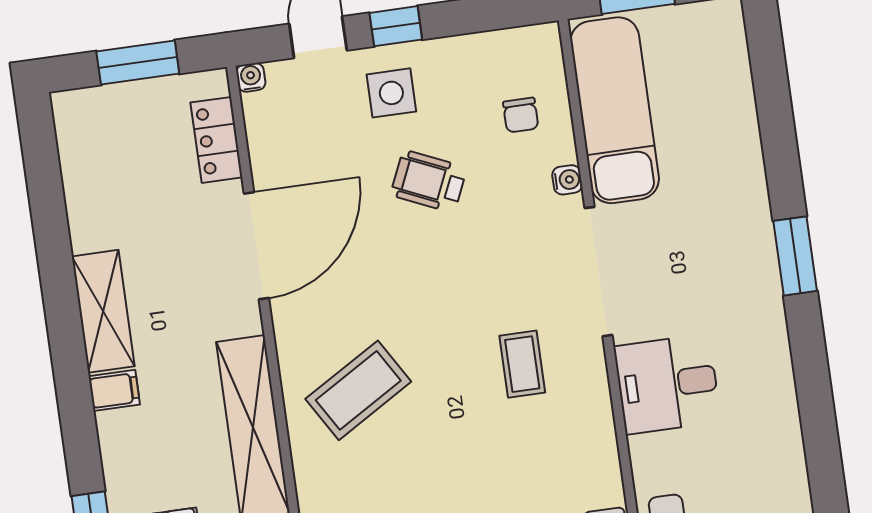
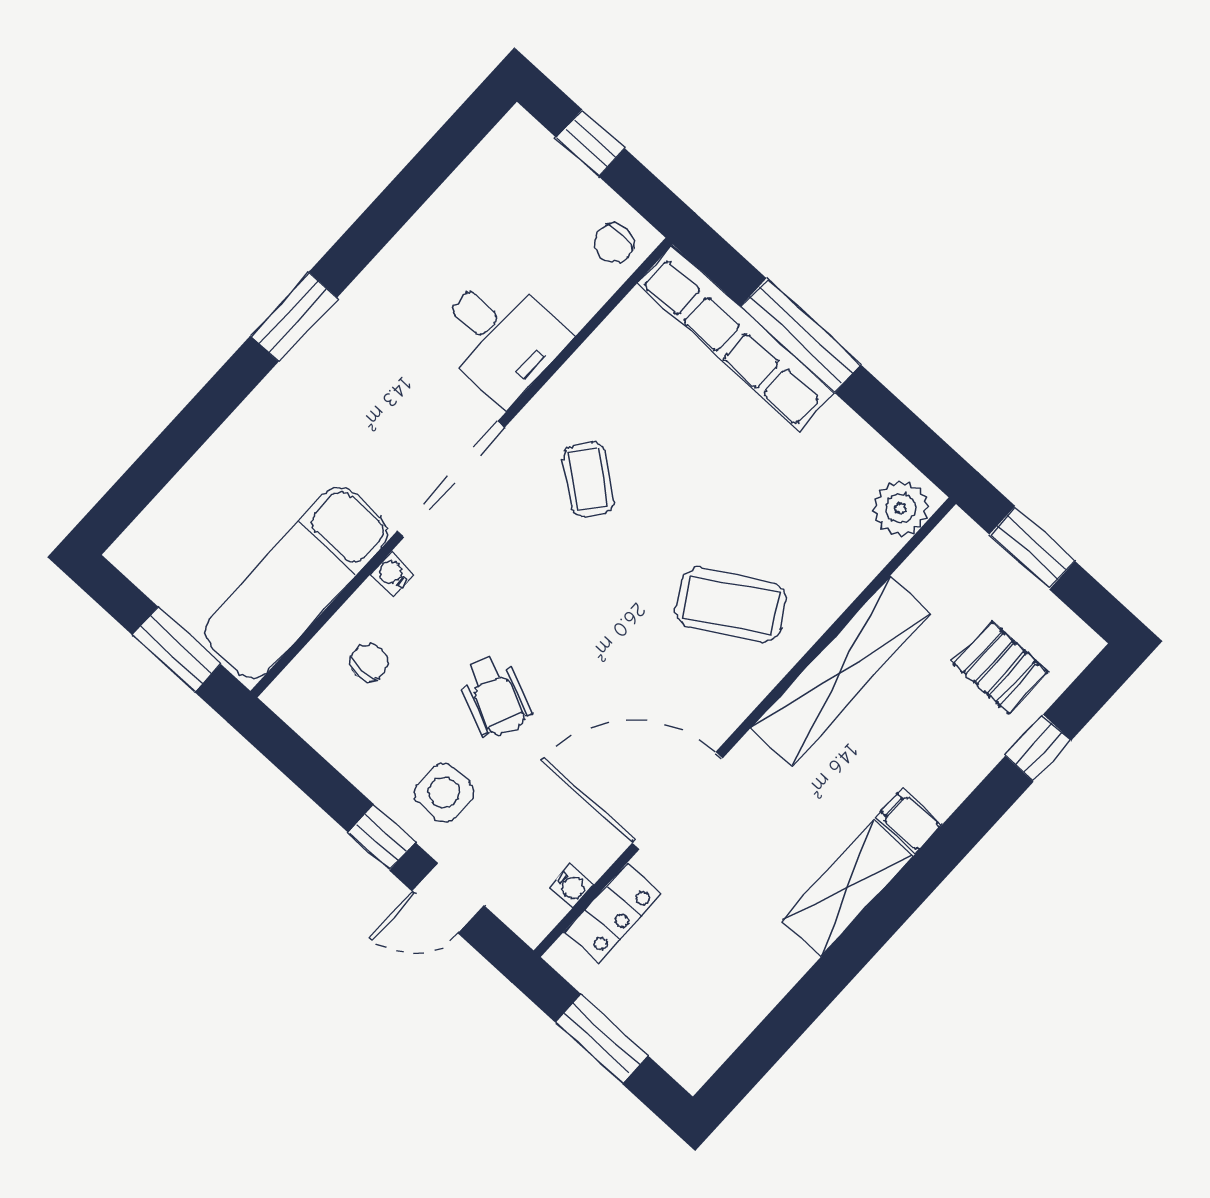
water cooler: (251, 77) -> (571, 886), moved, turned -90
coffee table: (522, 364) -> (588, 479), turned -52

